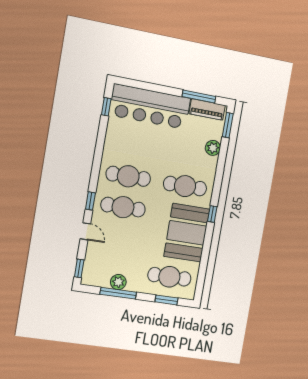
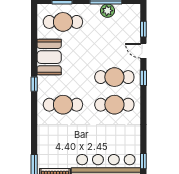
plant: (213, 148) -> (44, 143), removed
booth: (187, 233) -> (49, 57), width x0.73, depth x0.70
window: (79, 268) -> (143, 29), moved

